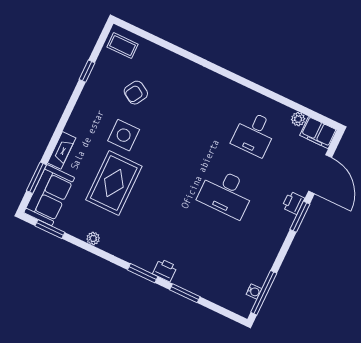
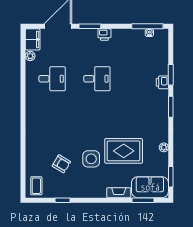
desk: (226, 193) -> (97, 79), width x0.73
printer: (293, 203) -> (104, 34), moved
printer: (165, 270) -> (162, 82), moved

